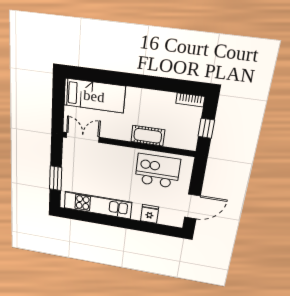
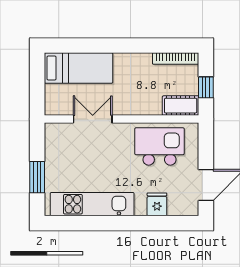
bookcase: (190, 100) -> (176, 59), width x1.56
cot: (148, 136) -> (181, 106), moved
double door: (83, 137) -> (93, 119), moved

